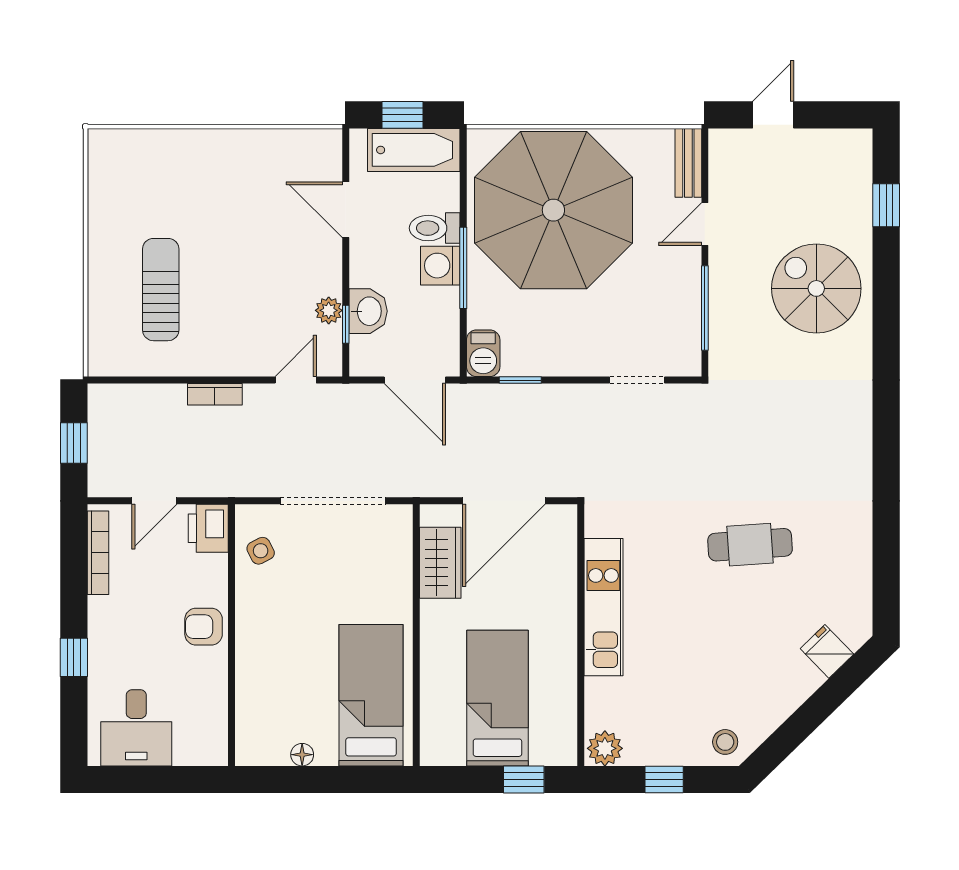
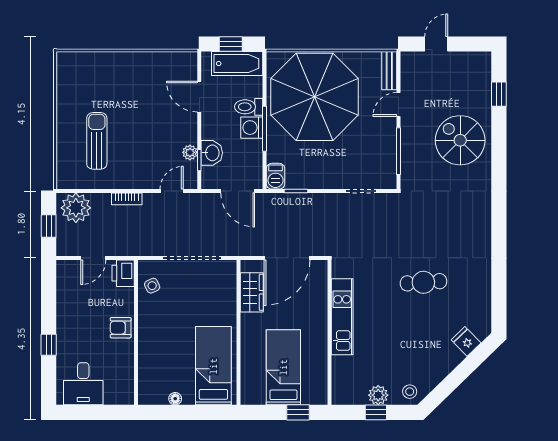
plant: (123, 410) -> (76, 208), added
bookcase: (98, 553) -> (62, 287), removed
plant: (605, 748) -> (378, 395), moved

